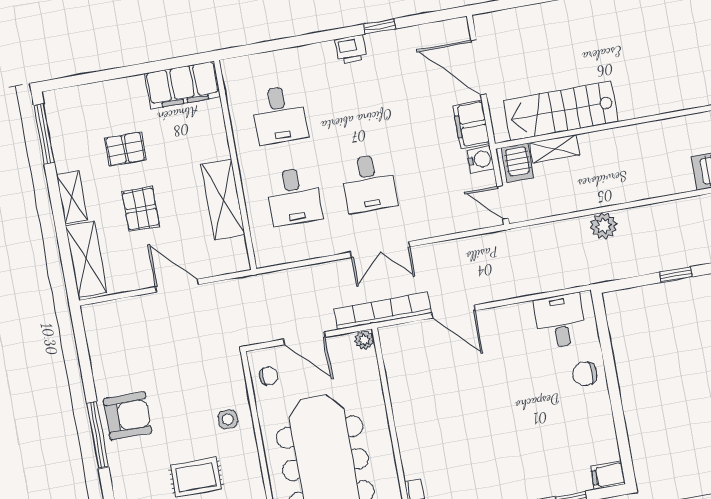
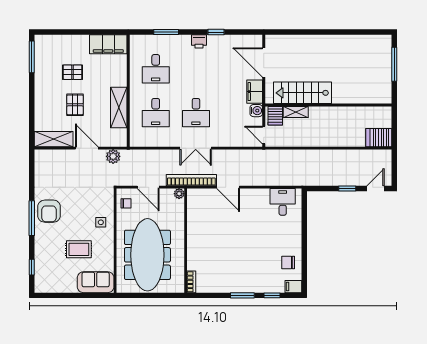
window: (287, 43) -> (166, 32), added
shelving: (72, 197) -> (40, 92), removed
plant: (604, 226) -> (113, 156), moved
shelving: (86, 259) -> (54, 139), moved, turned 90
chair: (585, 374) -> (288, 262), moved
armchair: (128, 416) -> (49, 211), turned 90

